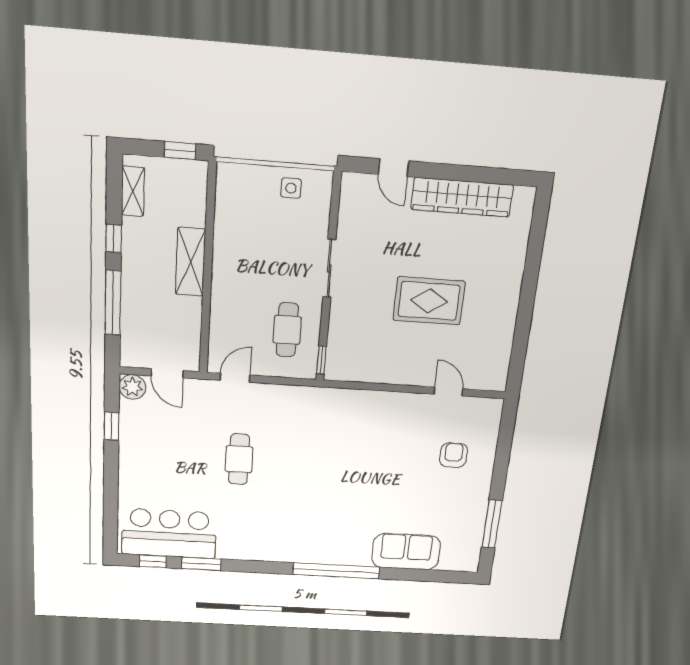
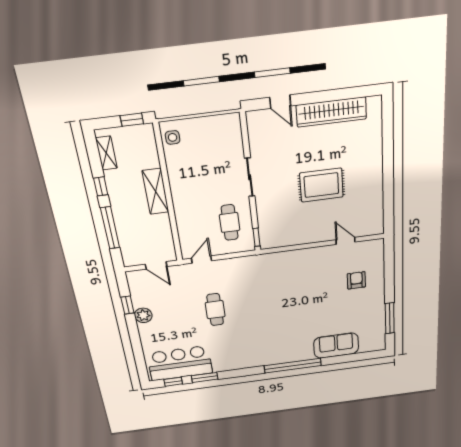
side table: (291, 188) -> (173, 137), moved
plant: (132, 387) -> (143, 315), moved

